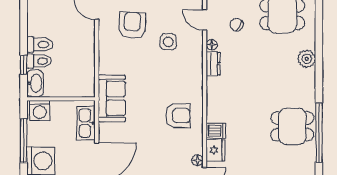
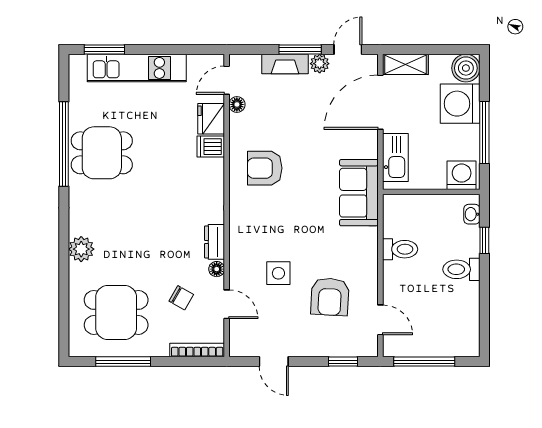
toilet: (39, 61) -> (400, 249), moved, turned 180
washbasin: (35, 83) -> (472, 214), width x0.52, depth x0.69

